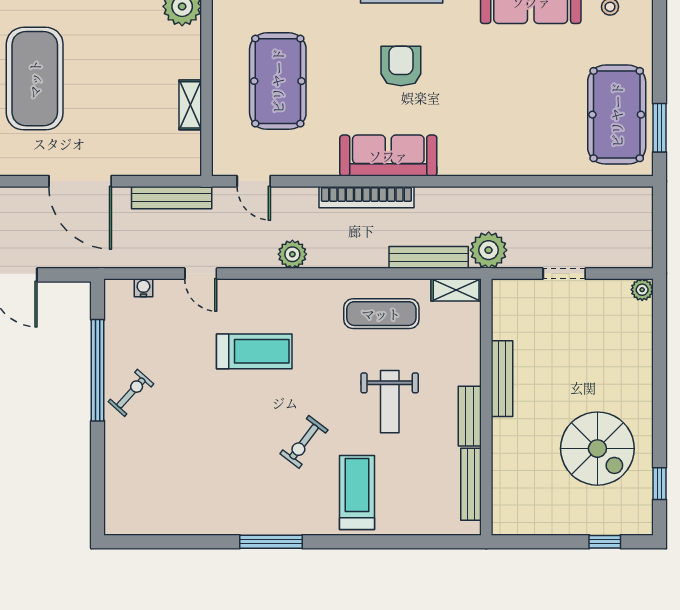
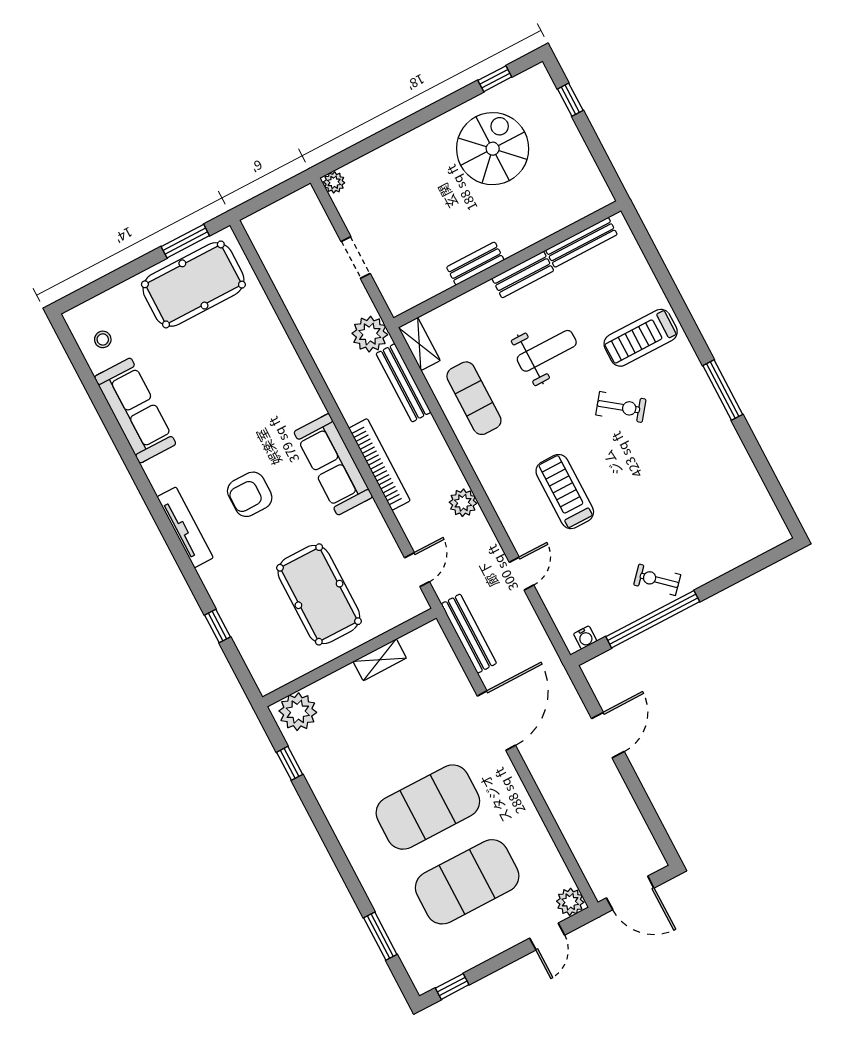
pool table: (278, 81) -> (319, 594), turned 90
water cooler: (143, 288) -> (585, 638), moved, turned -90
bench: (502, 379) -> (475, 264), width x0.73

